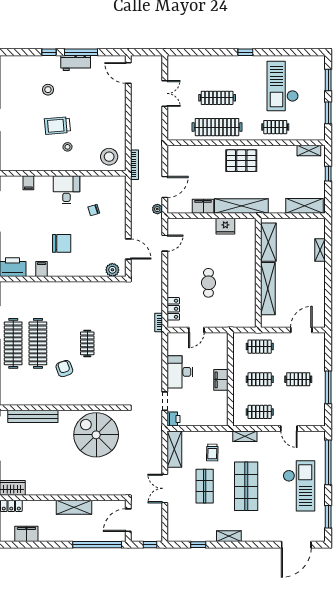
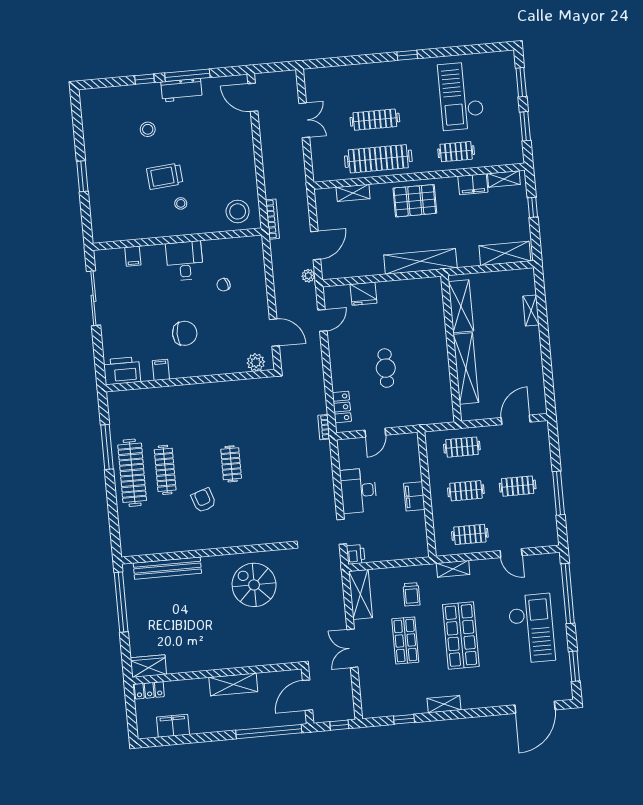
shelving: (196, 151) -> (353, 193), added
filing cabinet: (203, 206) -> (473, 184), moved, turned 180
fridge: (225, 226) -> (364, 294), moved
clothes rail: (38, 343) -> (165, 470), width x0.73, depth x0.76
spiral stairs: (96, 435) -> (254, 585), width x0.73, depth x0.73

